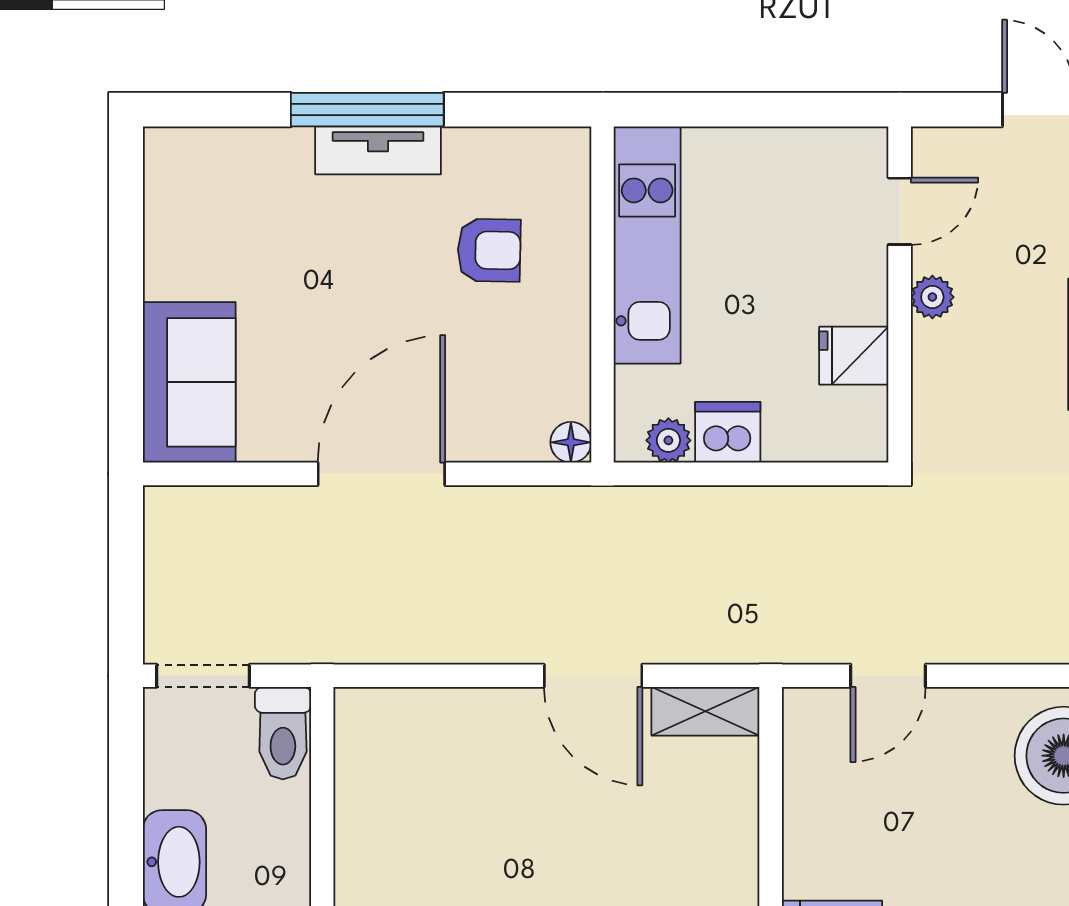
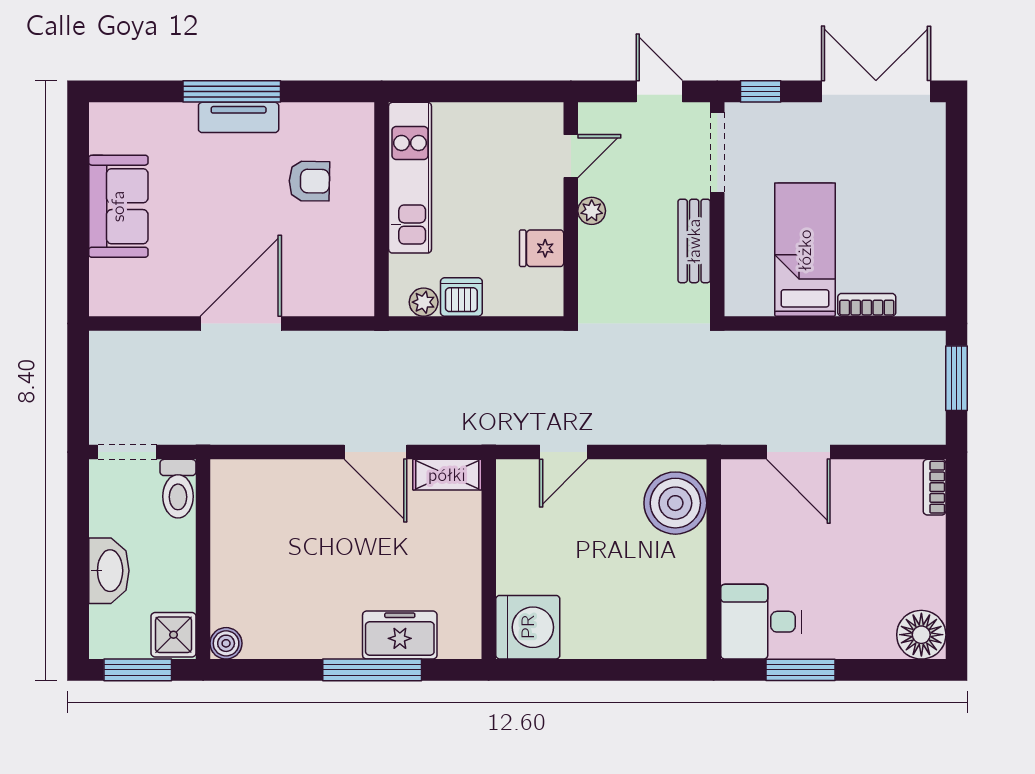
sofa: (189, 382) -> (118, 206), moved
floor lamp: (571, 442) -> (361, 303), removed

